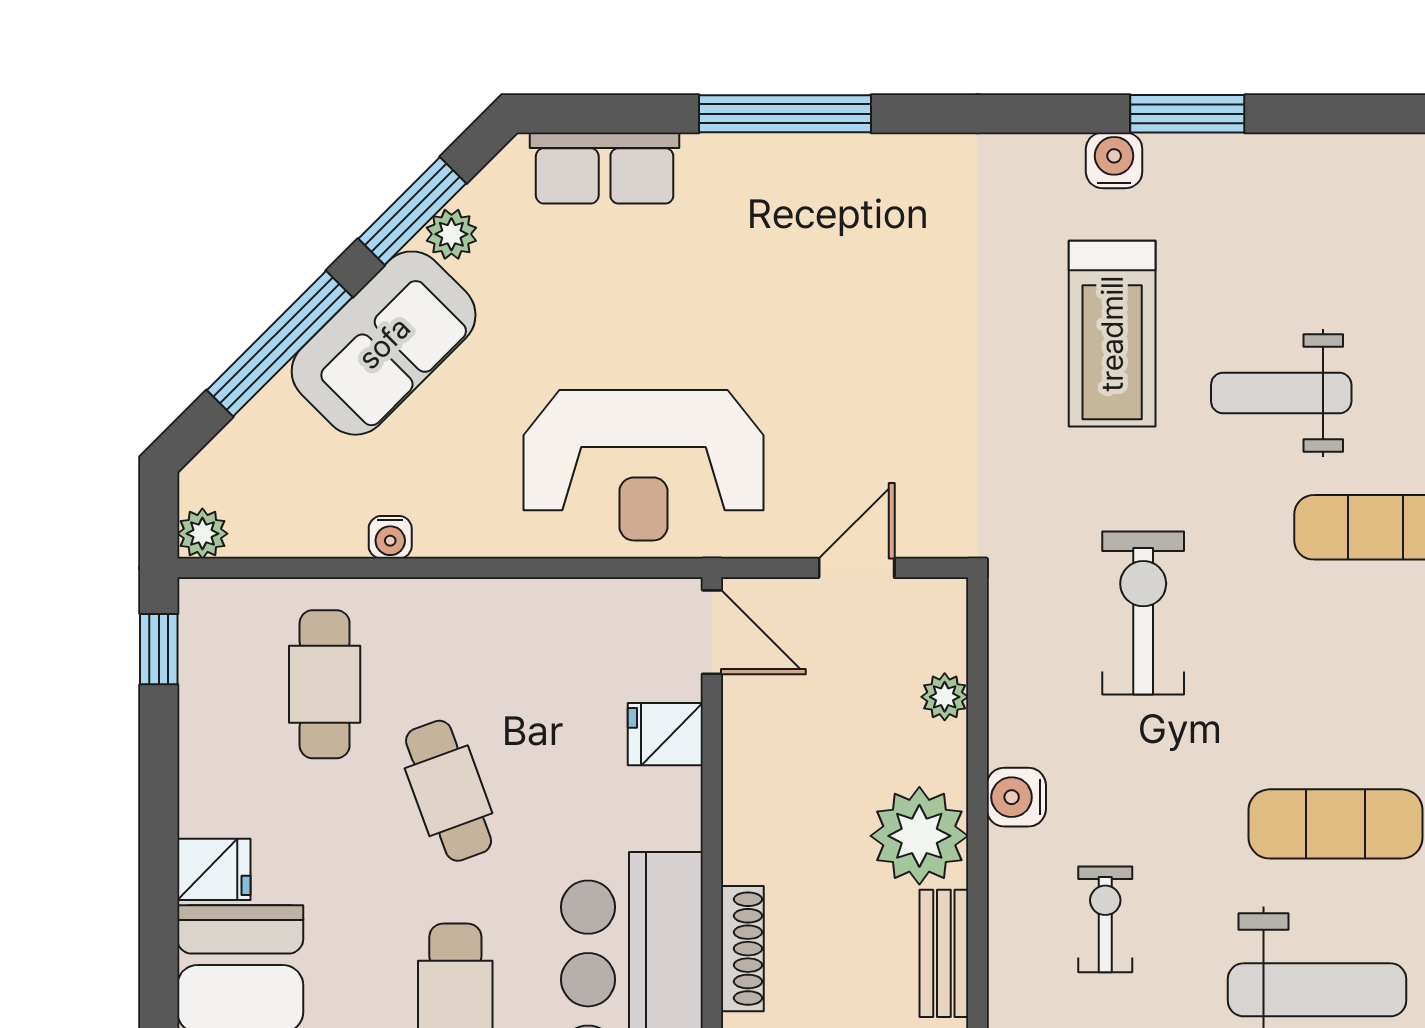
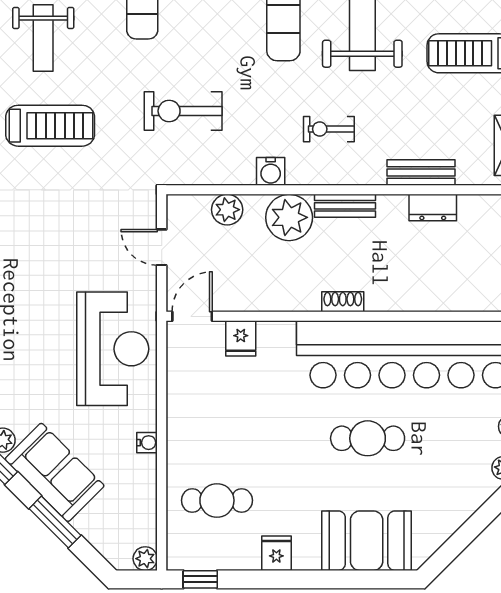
window: (280, 344) -> (55, 522), width x0.69
weight bench: (1281, 393) -> (43, 38), moved
water cooler: (390, 537) -> (147, 443), moved
plant: (945, 697) -> (227, 210), width x1.38, depth x1.38
cafe table: (449, 791) -> (268, 442), removed
fridge: (214, 869) -> (276, 553), moved
shoe rack: (742, 949) -> (343, 302), width x0.70

